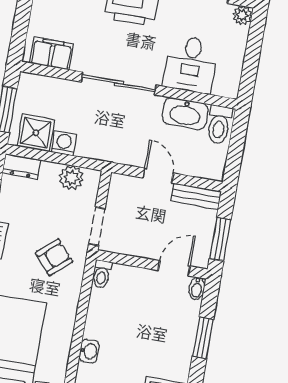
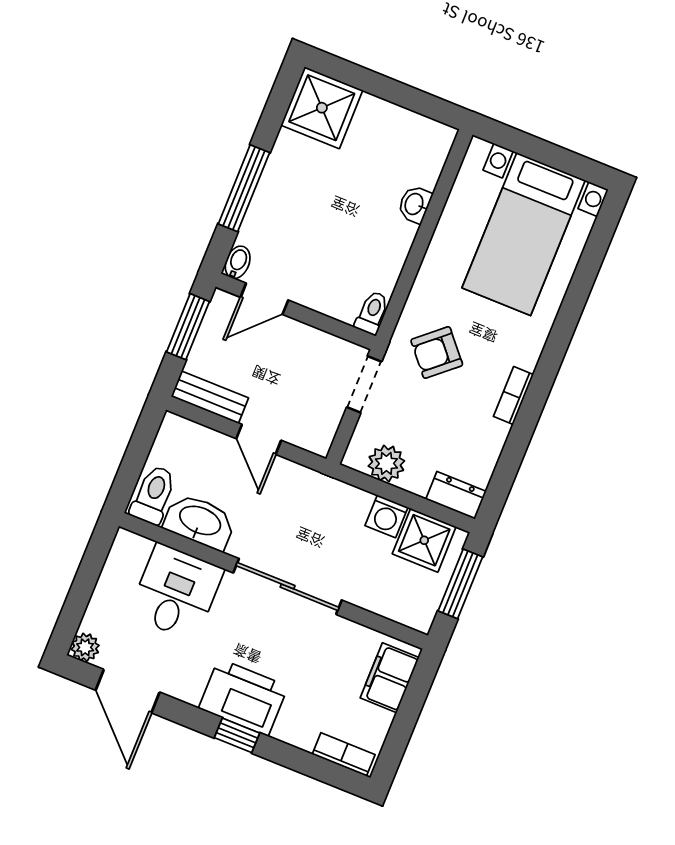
filing cabinet: (52, 53) -> (390, 678), moved, turned 90
window: (203, 338) -> (244, 188), width x1.44

